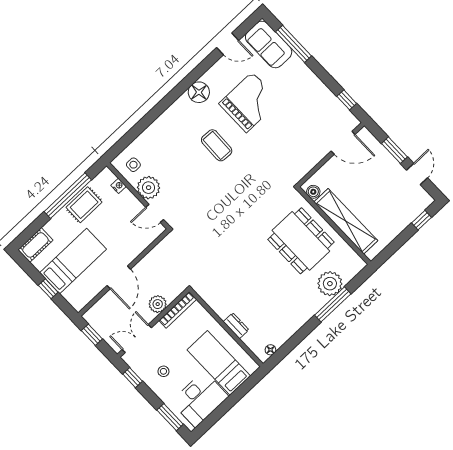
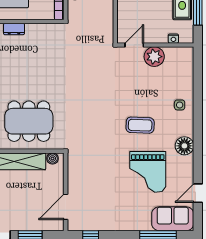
side table: (133, 165) -> (180, 105), moved

